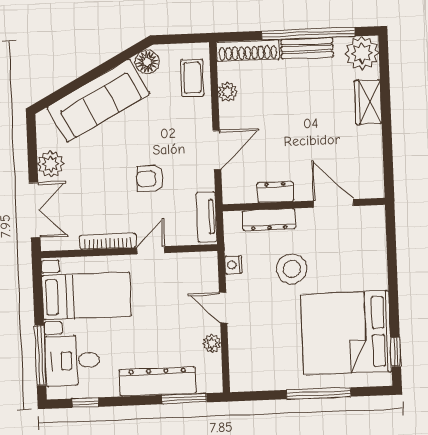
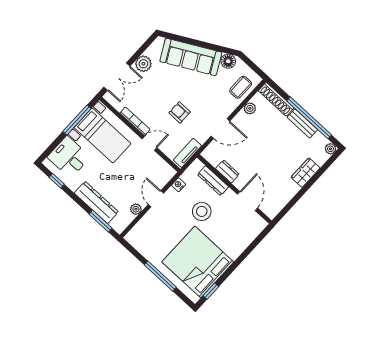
plant: (362, 53) -> (331, 149), width x0.53, depth x0.53
window: (40, 355) -> (77, 120), moved

